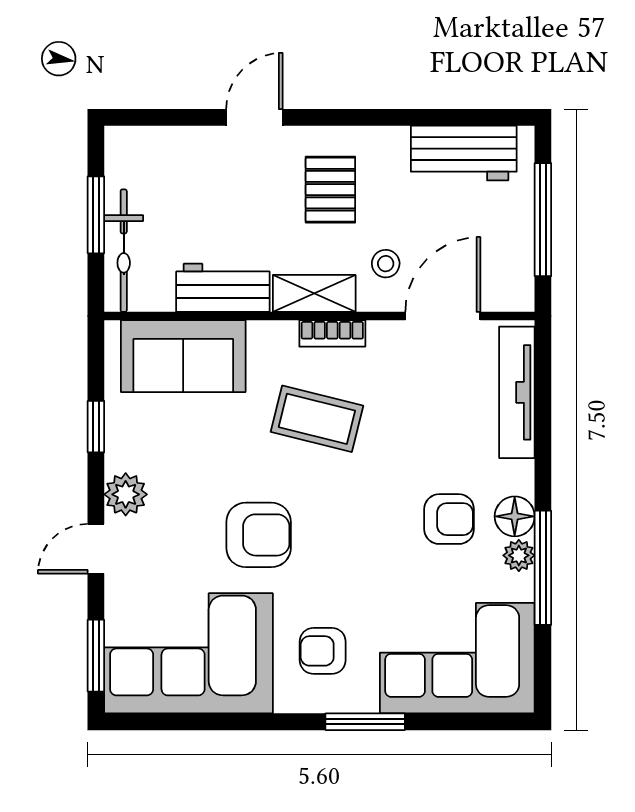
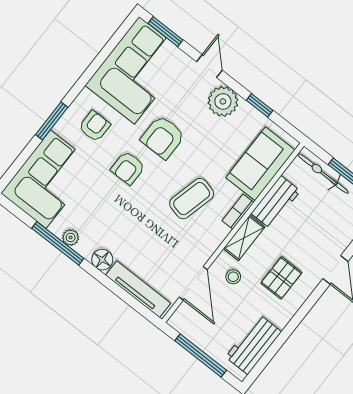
pallet: (330, 190) -> (281, 278), turned 90
bookcase: (332, 333) -> (238, 212), moved
plant: (126, 494) -> (223, 101), width x1.36, depth x1.36
floor lamp: (515, 516) -> (102, 260), moved
armchair: (449, 519) -> (128, 168), moved

